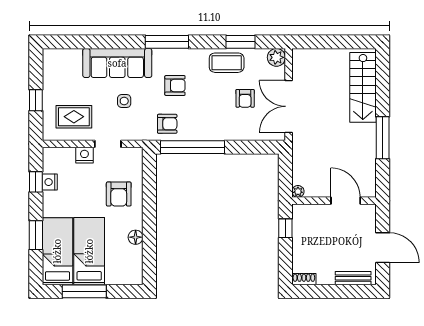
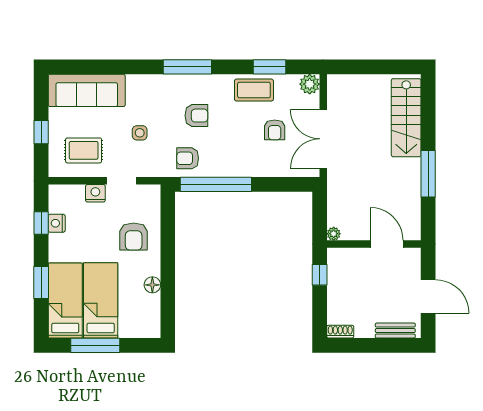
sofa: (117, 63) -> (87, 90), moved
armchair: (167, 124) -> (188, 158), turned 180

